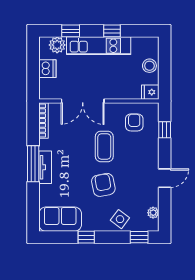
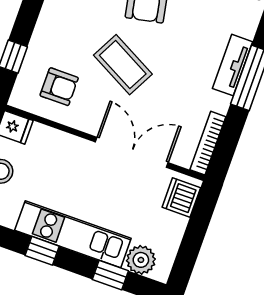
dishwasher: (47, 69) -> (181, 197), moved
armchair: (134, 122) -> (59, 87), turned -90
coffee table: (104, 146) -> (123, 65), turned -62

